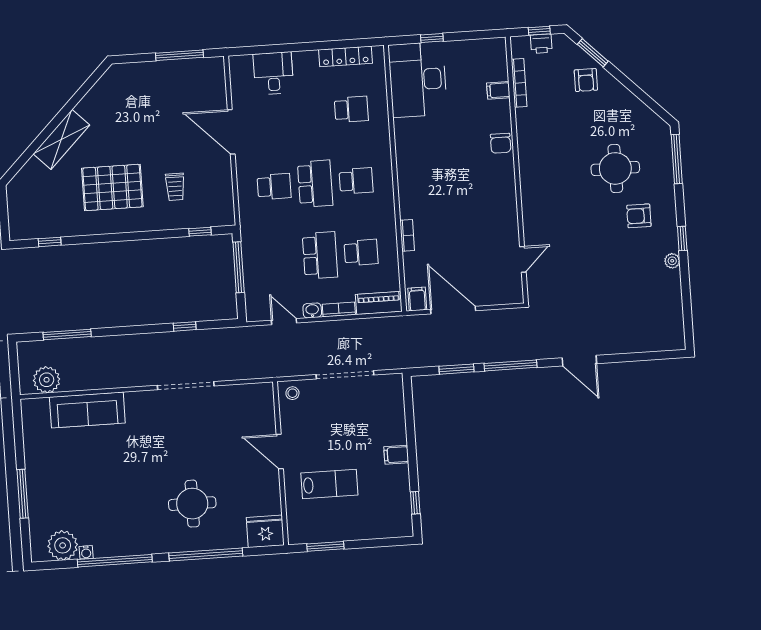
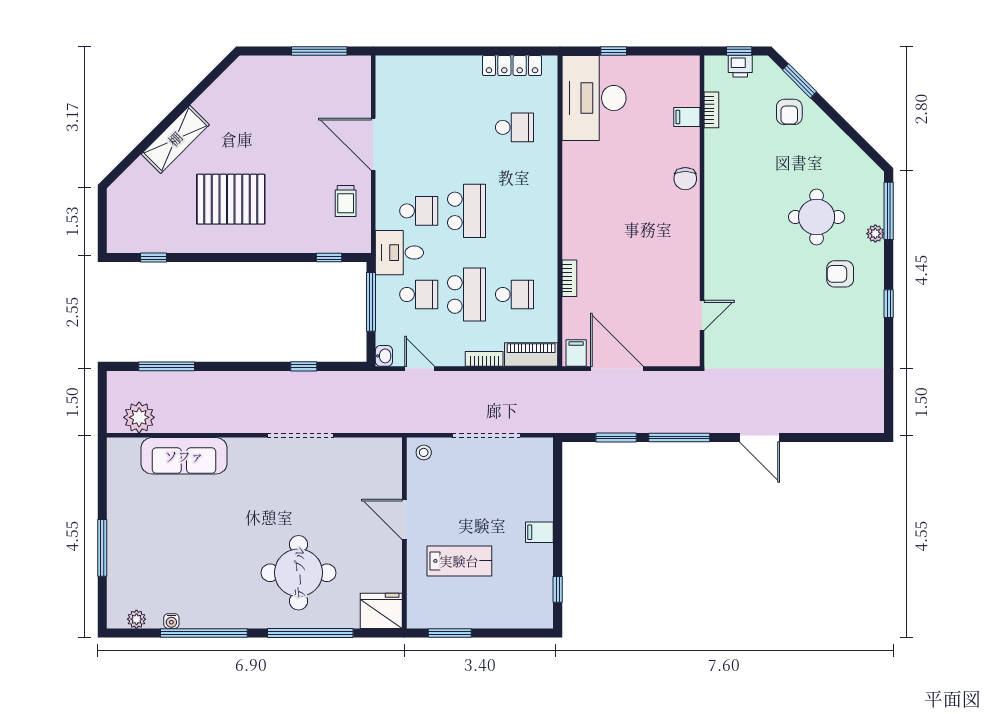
desk: (273, 73) -> (399, 253), moved, turned -90
bookcase: (519, 83) -> (711, 110), width x0.64
school desk: (356, 181) -> (419, 294), moved
trolley: (175, 187) -> (346, 201), moved
plant: (672, 261) -> (875, 234), moved
washbasin: (312, 310) -> (384, 356), moved, turned 90
round table: (192, 504) -> (299, 573), width x1.36, depth x1.36
plant: (63, 545) -> (136, 619), width x0.53, depth x0.53

